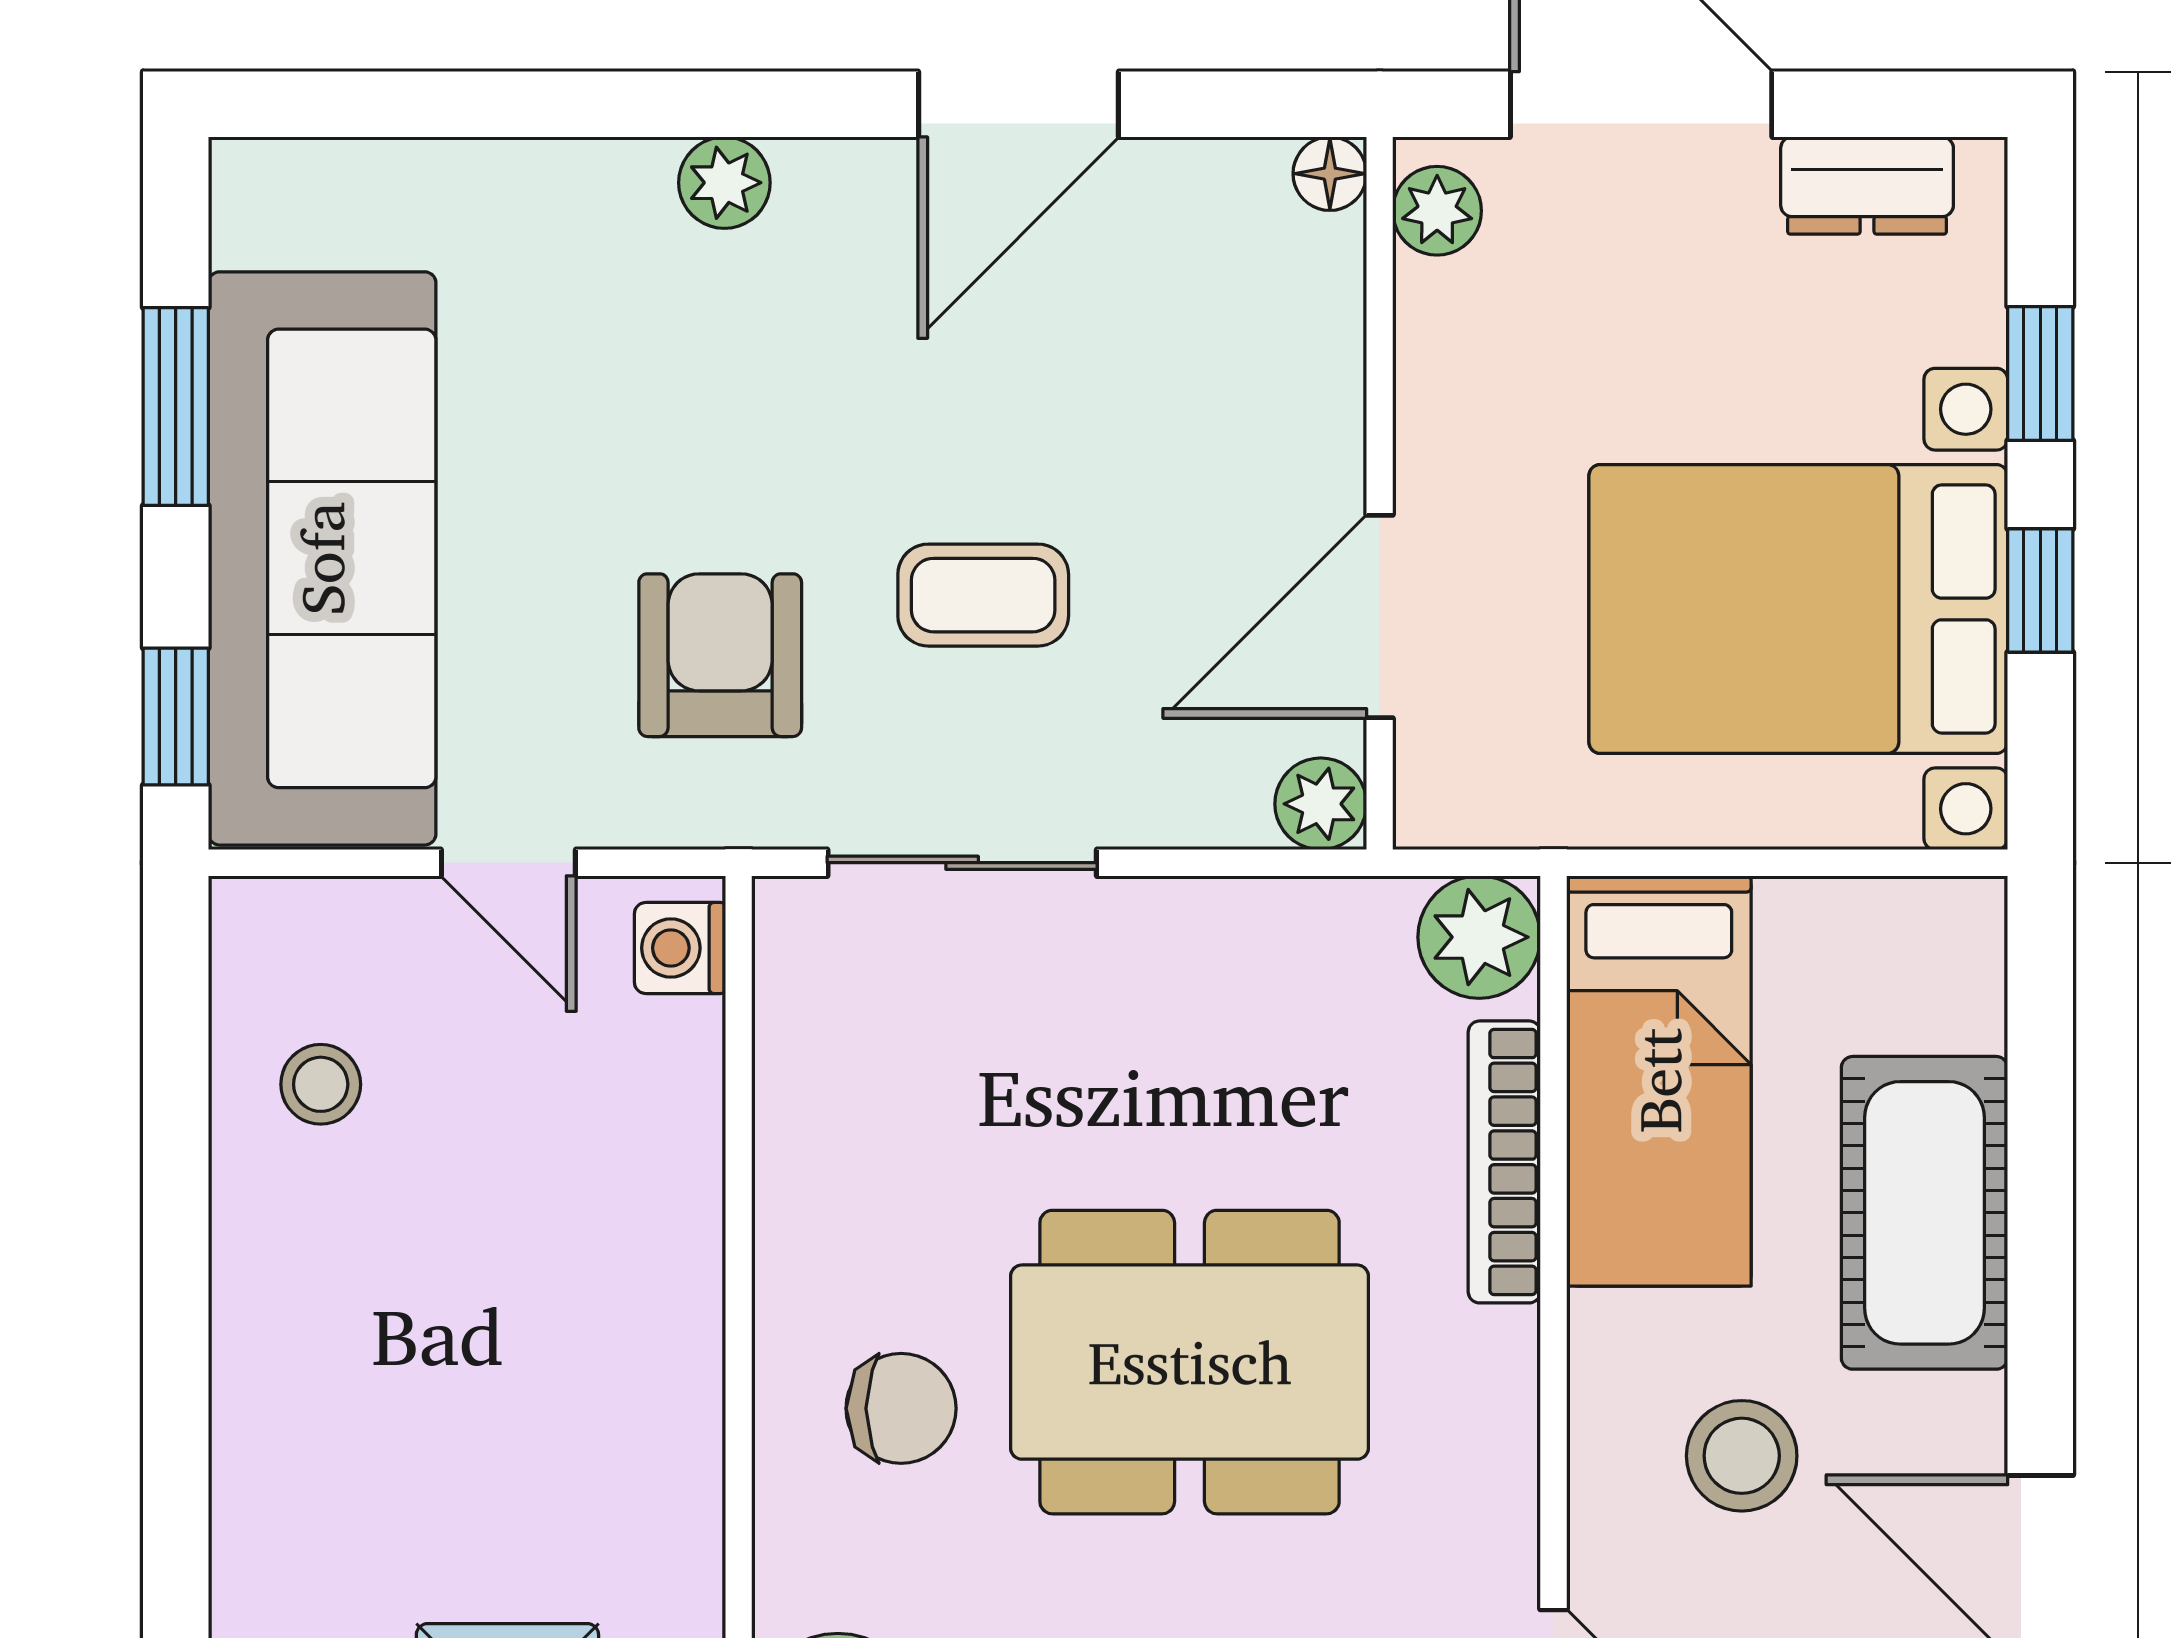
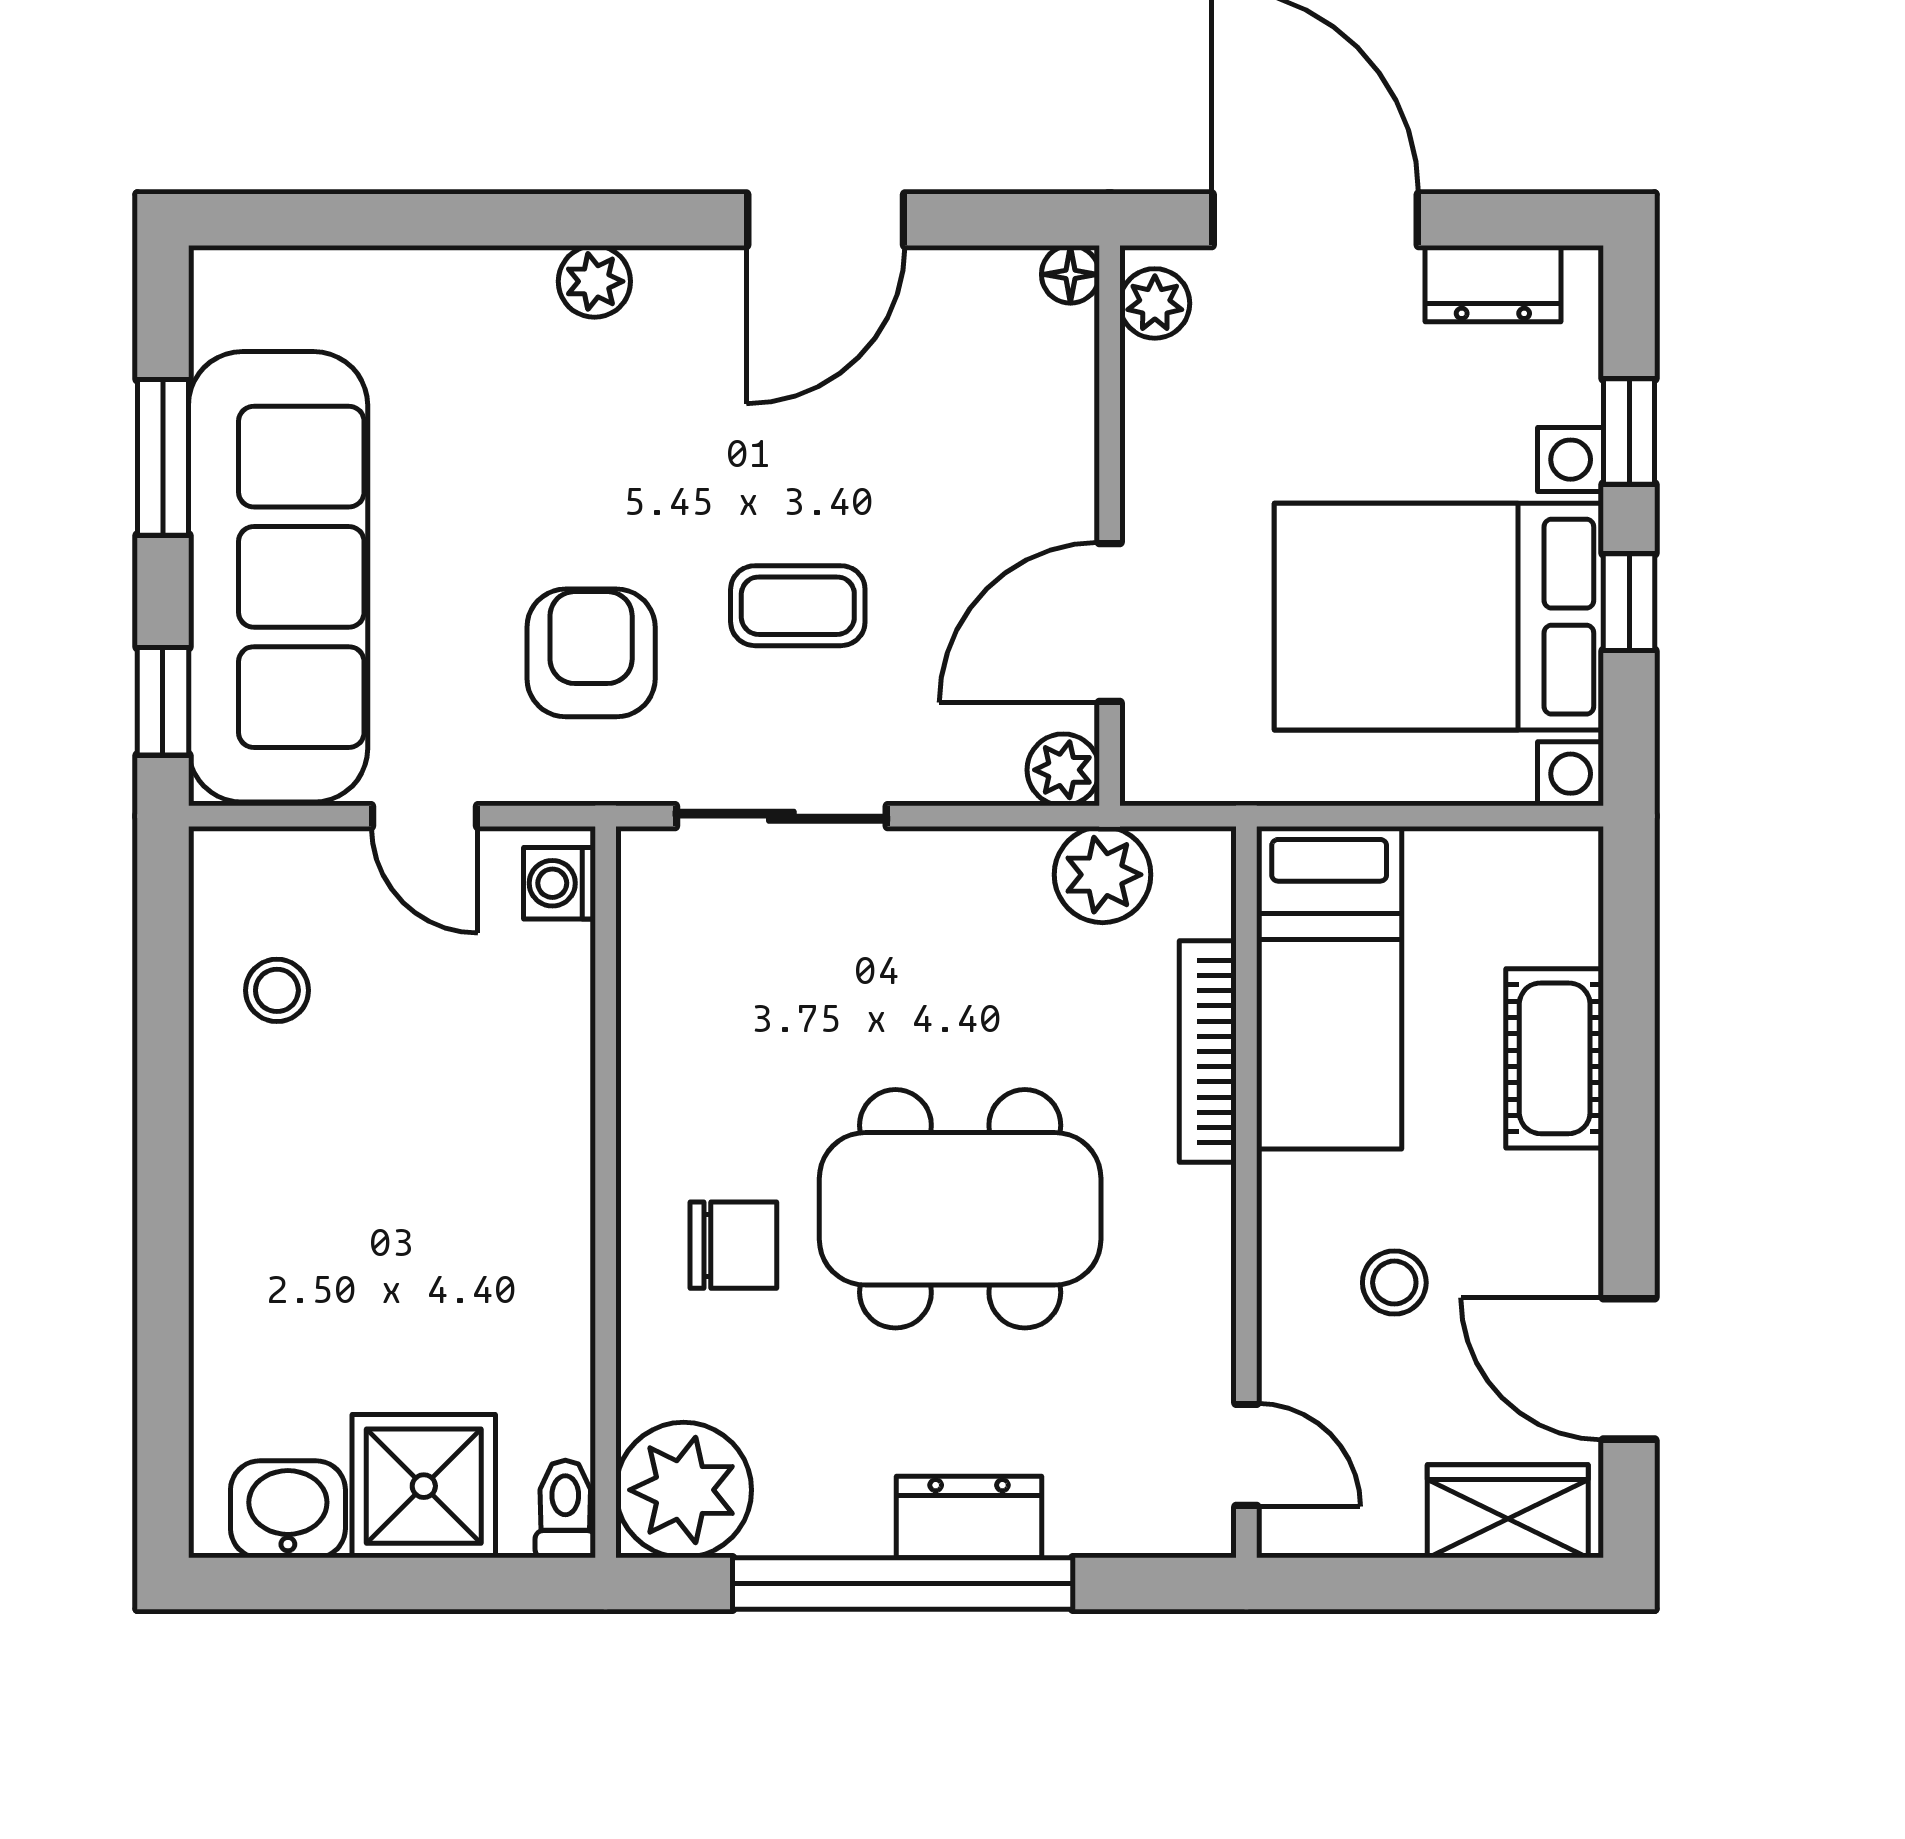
plant: (1479, 937) -> (1103, 875), moved
cot: (1924, 1213) -> (1555, 1058), width x0.73, depth x0.75
stool: (1742, 1456) -> (1394, 1283), width x0.73, depth x0.73

